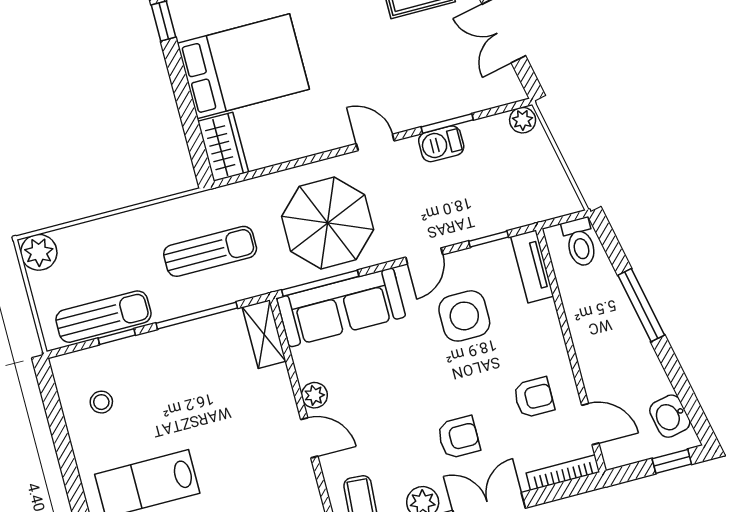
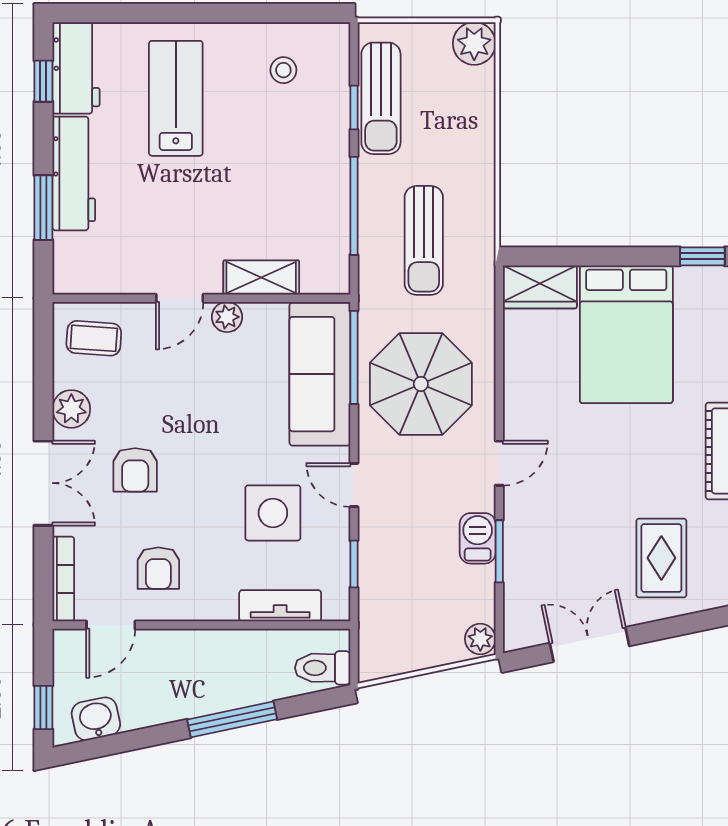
tv unit: (532, 266) -> (280, 606), moved
shelving: (264, 334) -> (261, 277), moved

